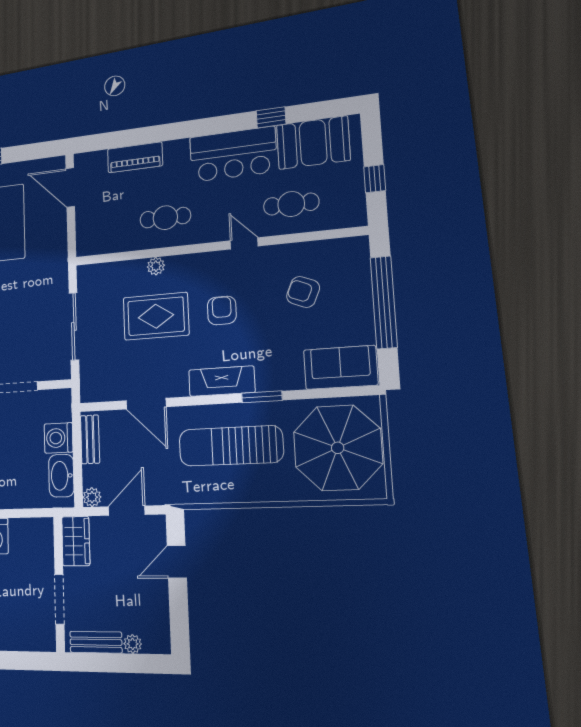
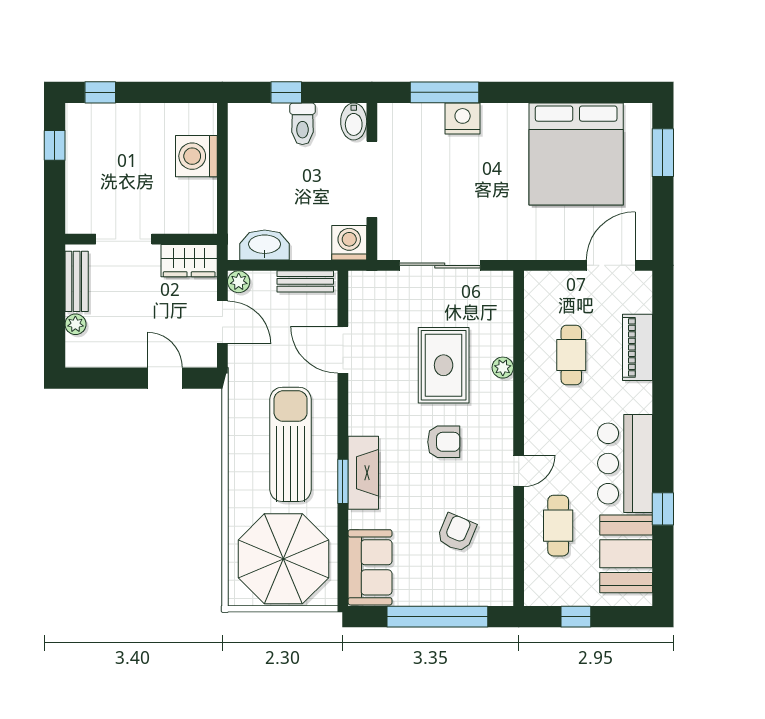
cafe table: (165, 218) -> (571, 355), moved
fireplace: (222, 381) -> (363, 473), moved
door: (146, 404) -> (343, 350), hinge flipped
washing machine: (59, 438) -> (349, 243), moved

